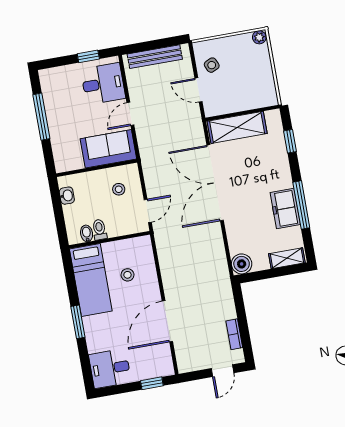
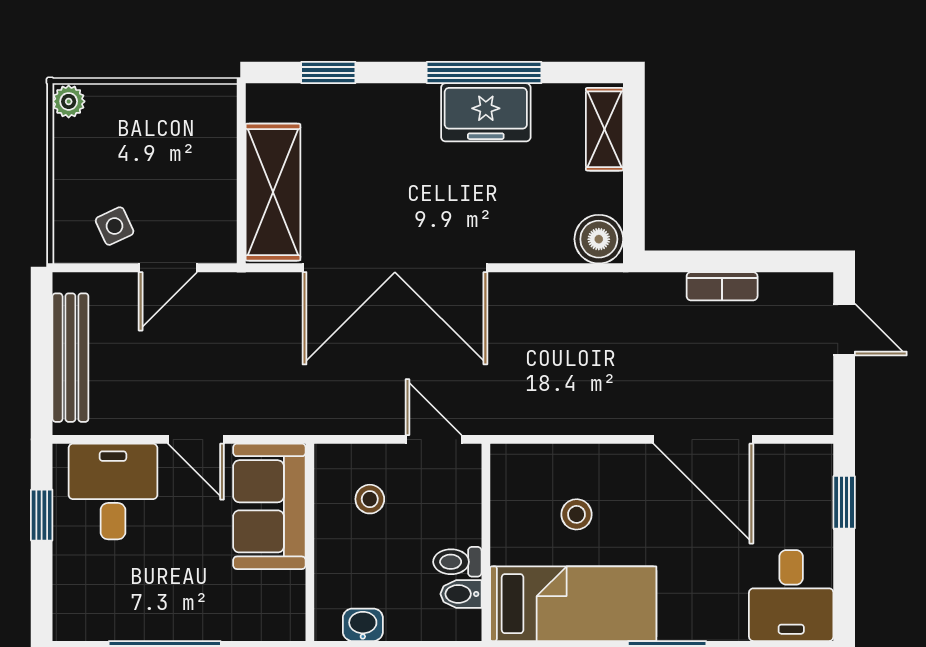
bookcase: (234, 334) -> (722, 286), moved

